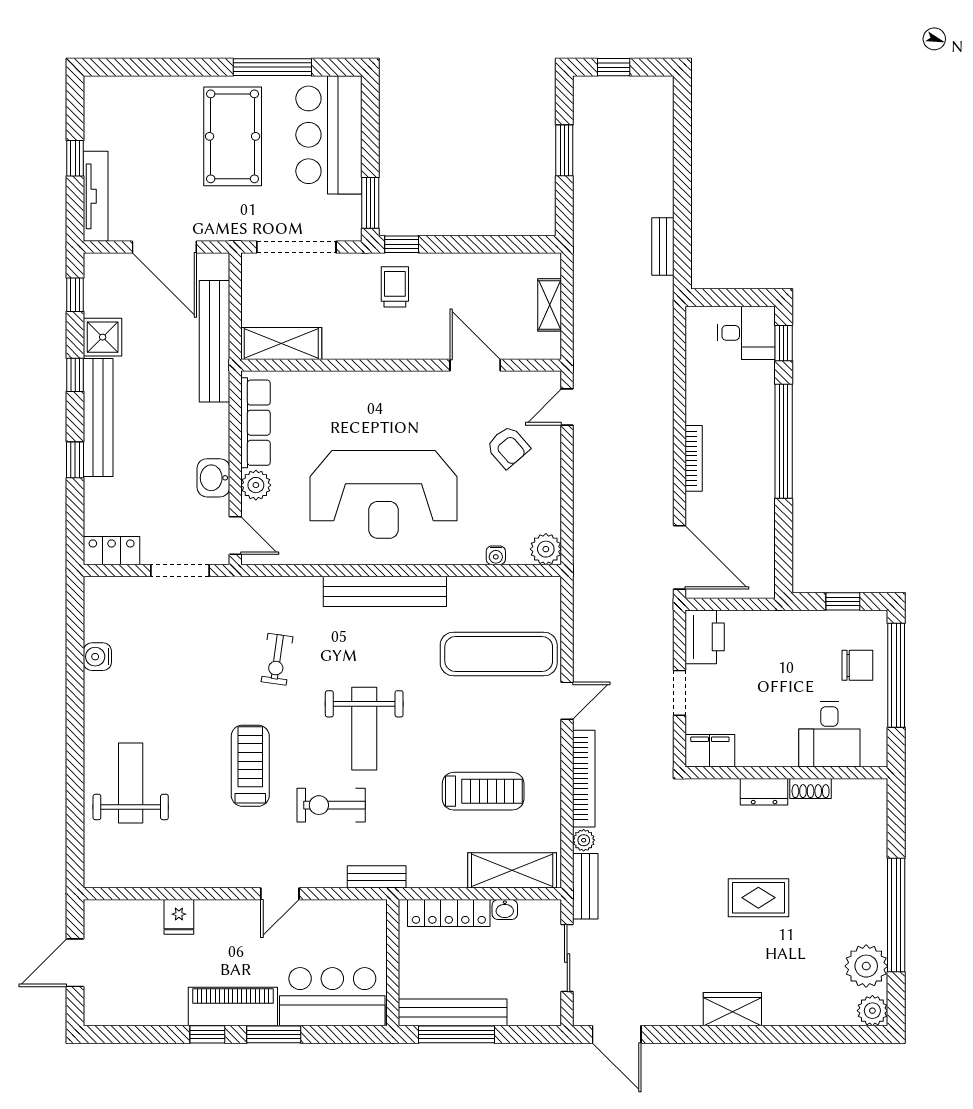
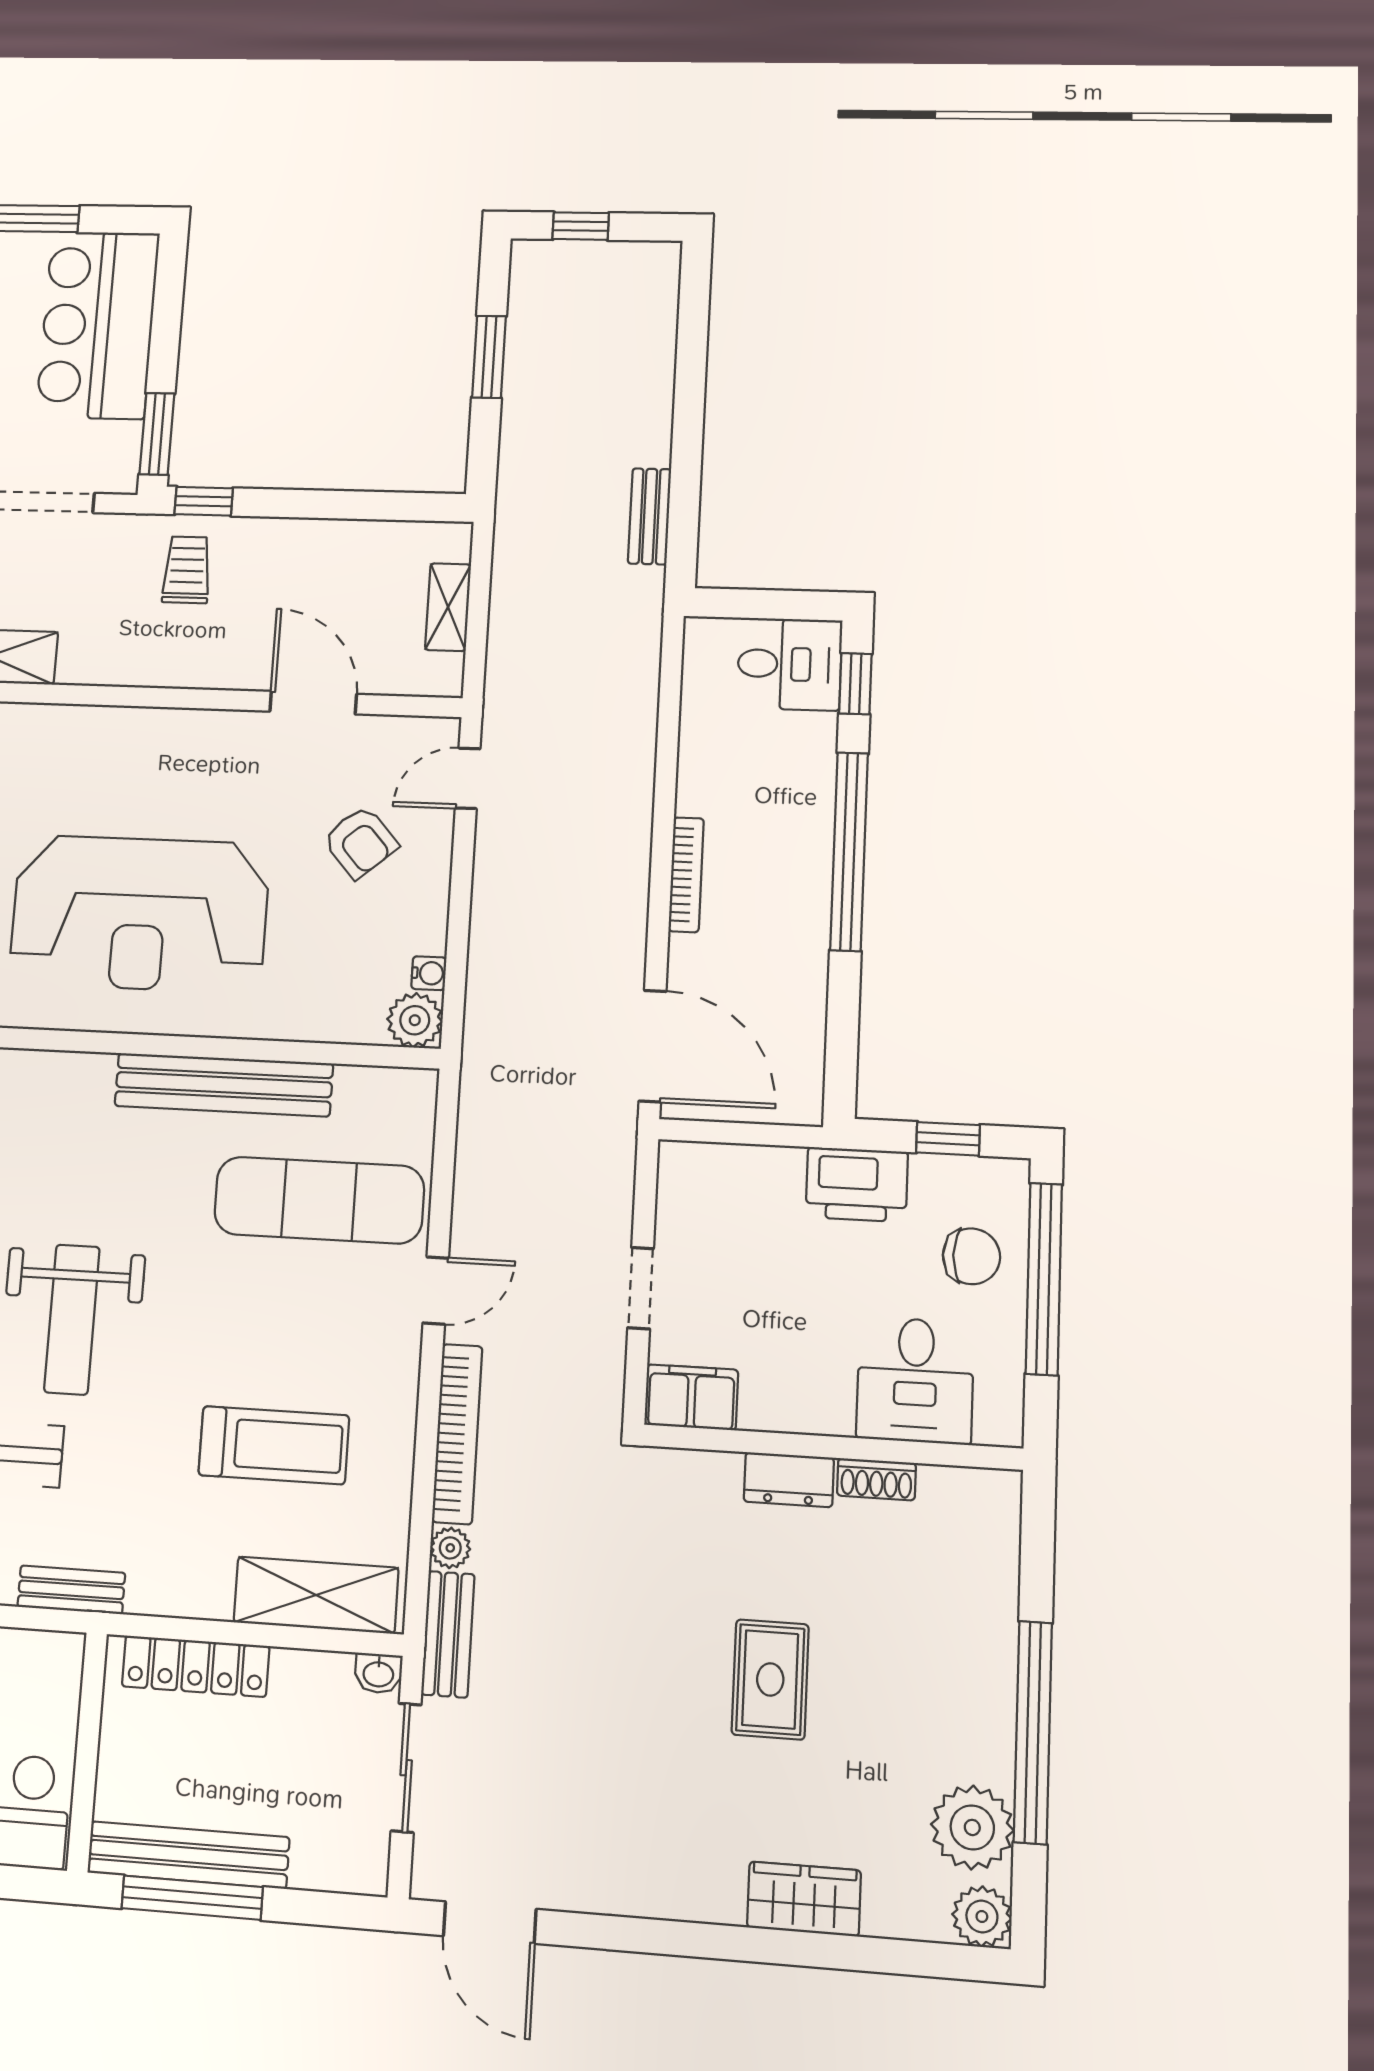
water cooler: (496, 555) -> (429, 973), moved, turned -90
bench: (385, 591) -> (224, 1085), moved
printer: (705, 637) -> (857, 1184), moved, turned 90
rug: (758, 898) -> (770, 1679), turned 90
washbasin: (505, 910) -> (378, 1673), moved
wardrobe: (732, 1009) -> (804, 1899), moved

